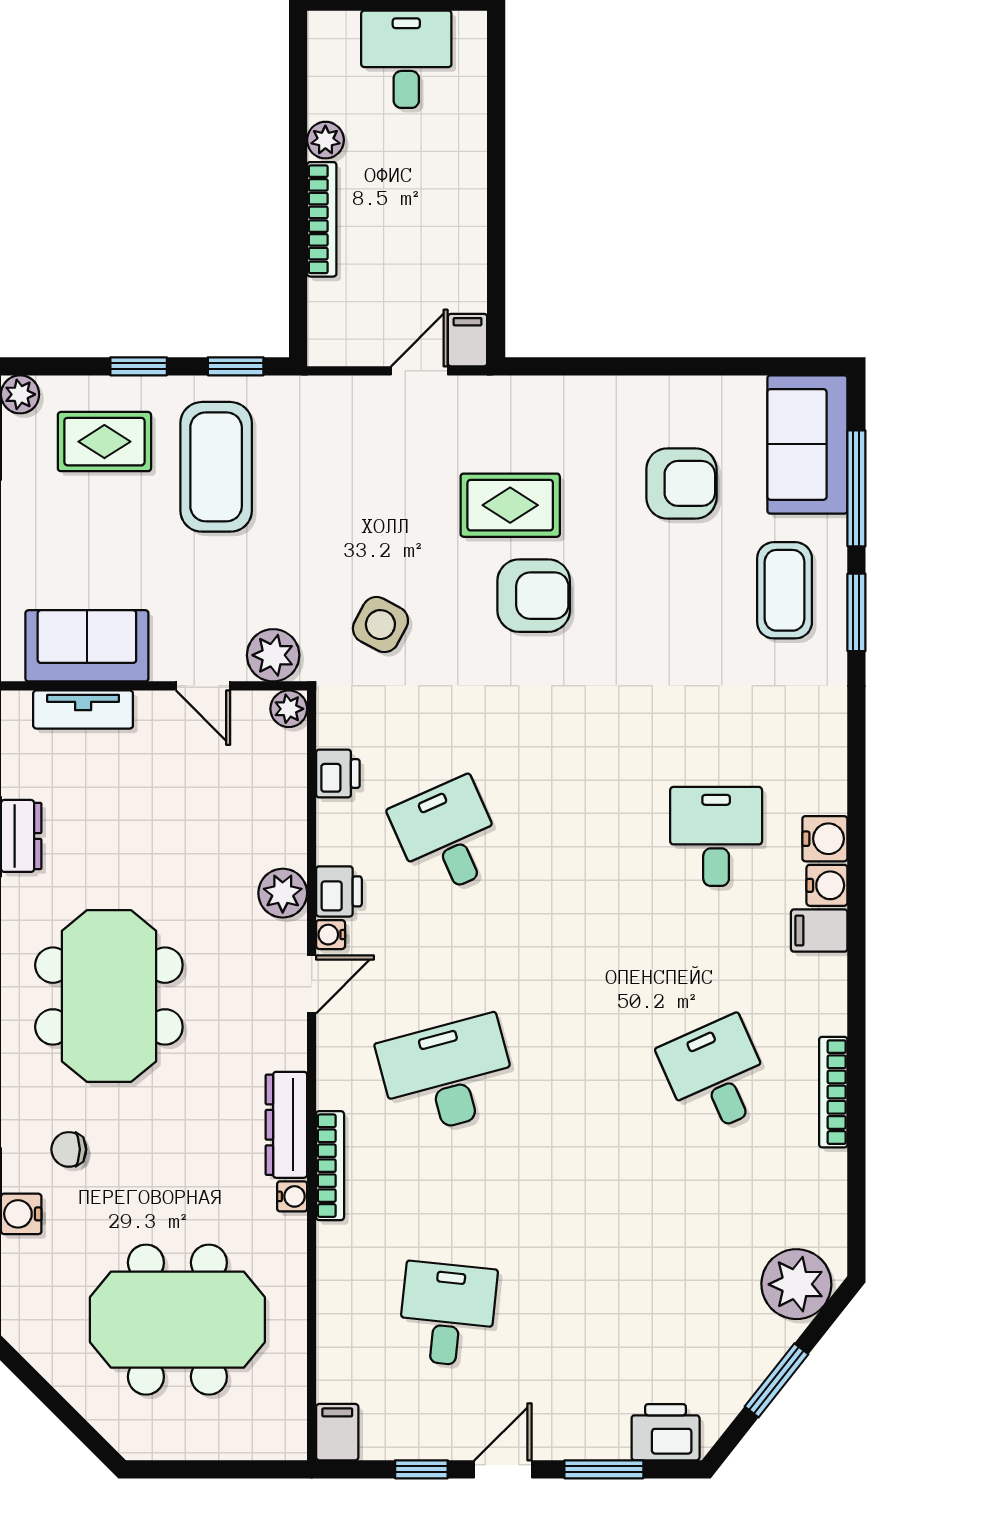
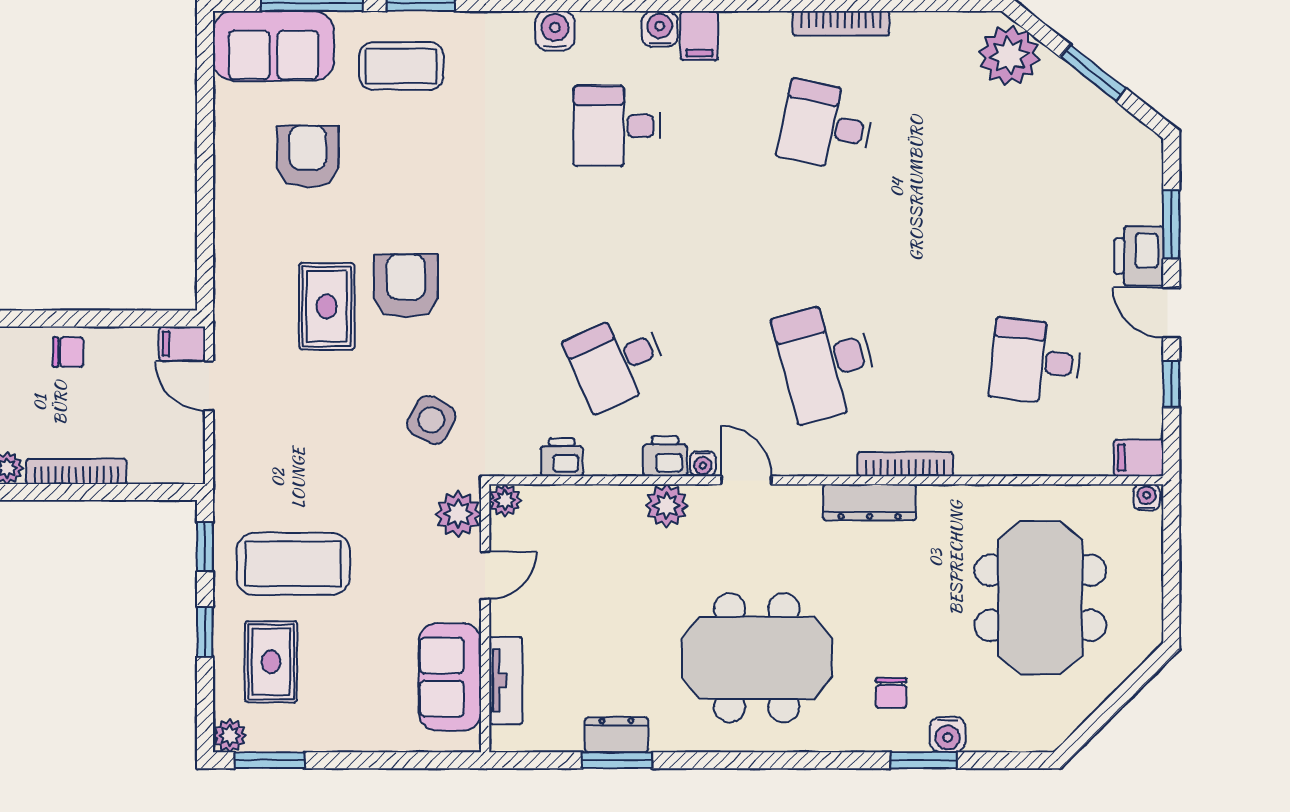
chair: (458, 210) -> (68, 352), added
water cooler: (825, 839) -> (555, 31), moved
desk: (716, 1075) -> (826, 126), turned 36
water cooler: (292, 1196) -> (1147, 497), moved
printer: (666, 1432) -> (1139, 256), moved

